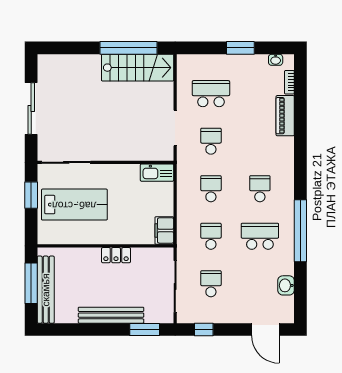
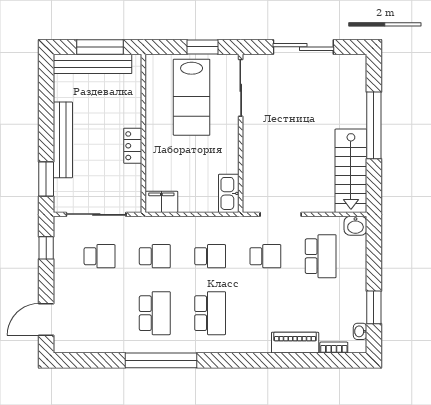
window: (129, 48) -> (374, 125), moved
window: (240, 48) -> (374, 307), moved
school desk: (260, 189) -> (210, 313), width x1.85
washbasin: (286, 285) -> (355, 226), moved, turned 180

